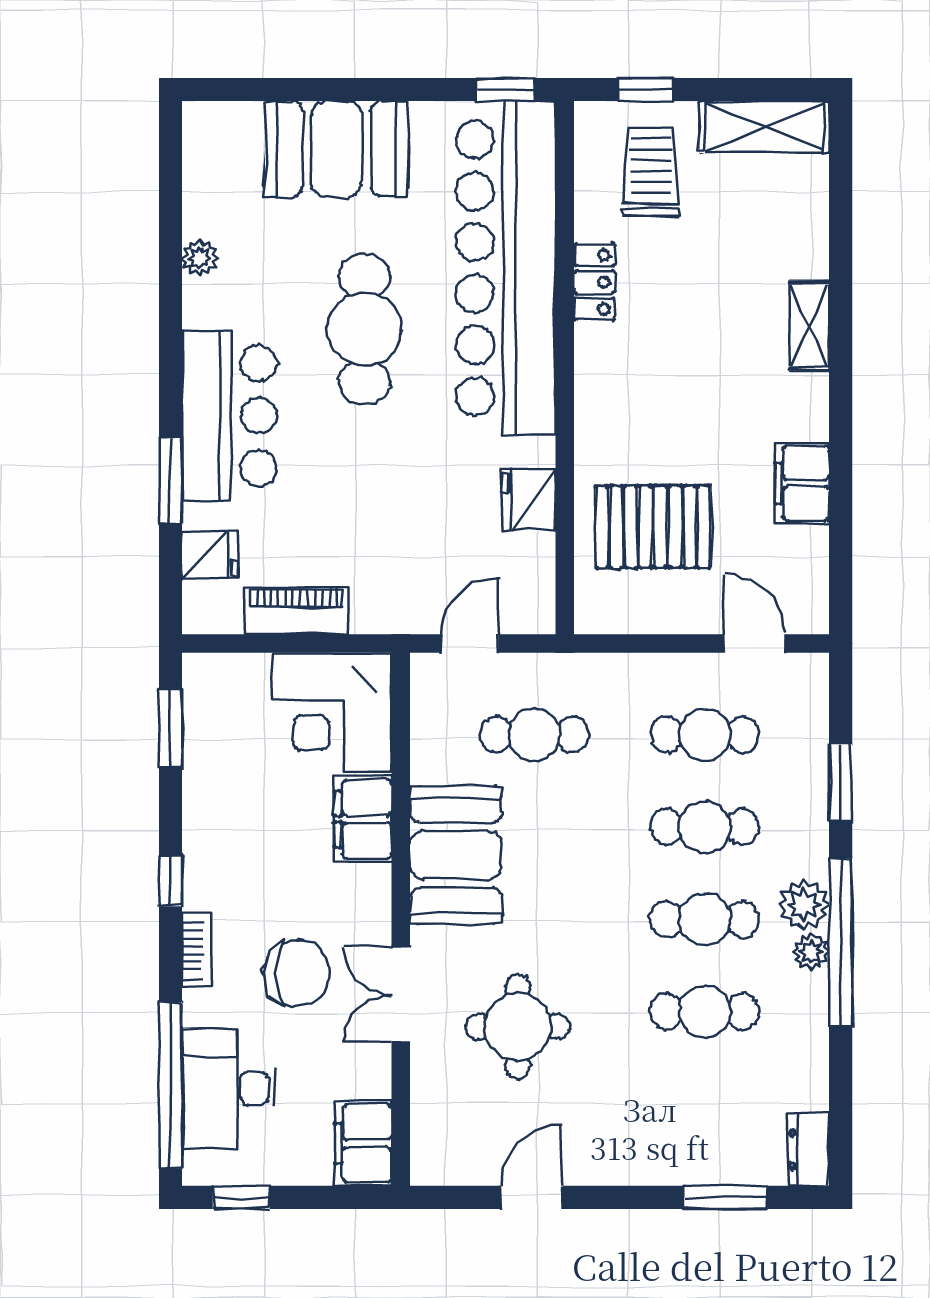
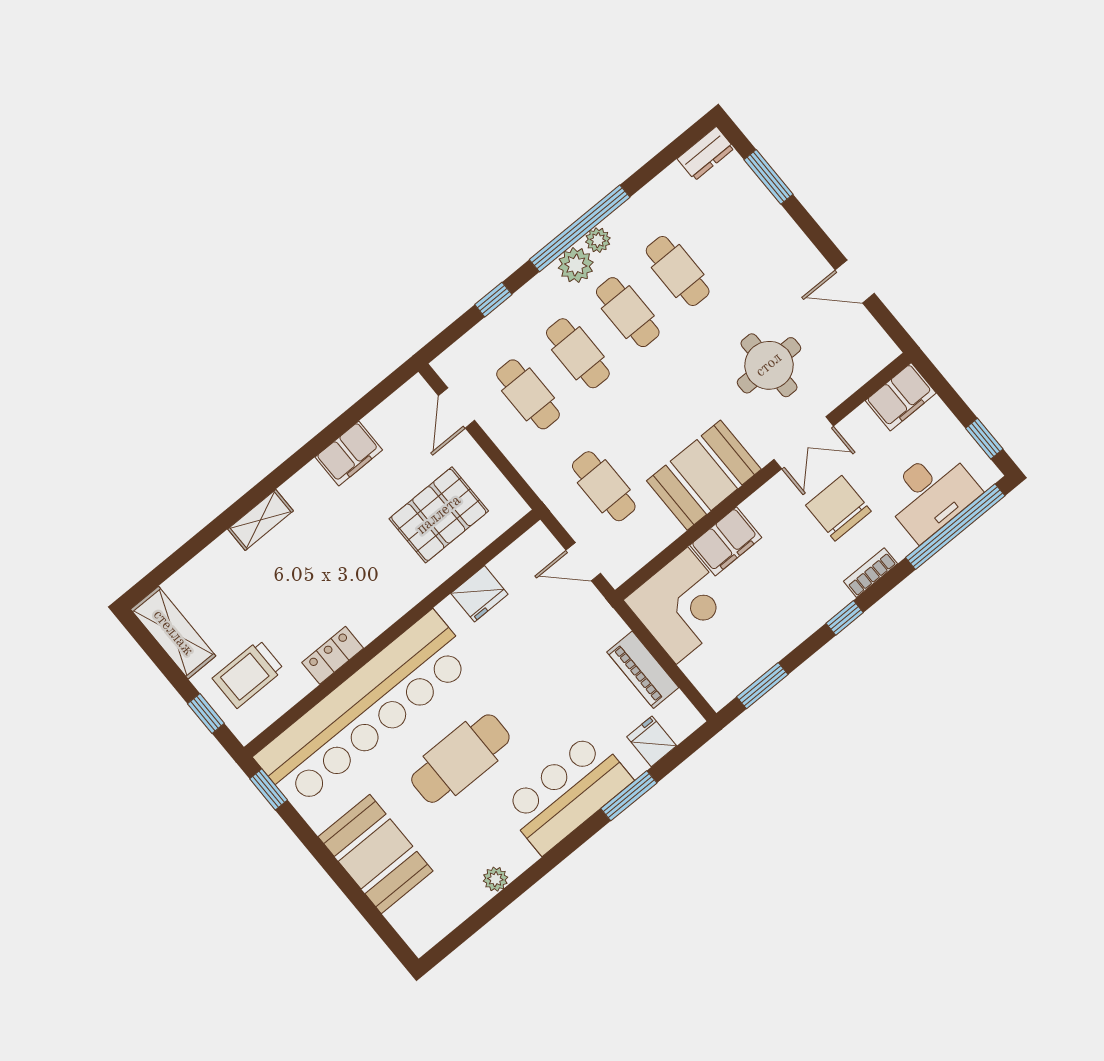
pallet: (653, 527) -> (439, 515), turned 90
window: (841, 783) -> (493, 300), width x0.67

